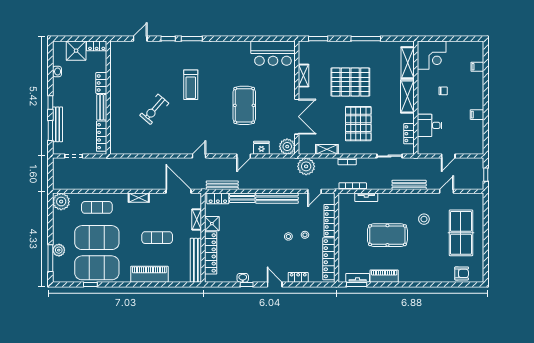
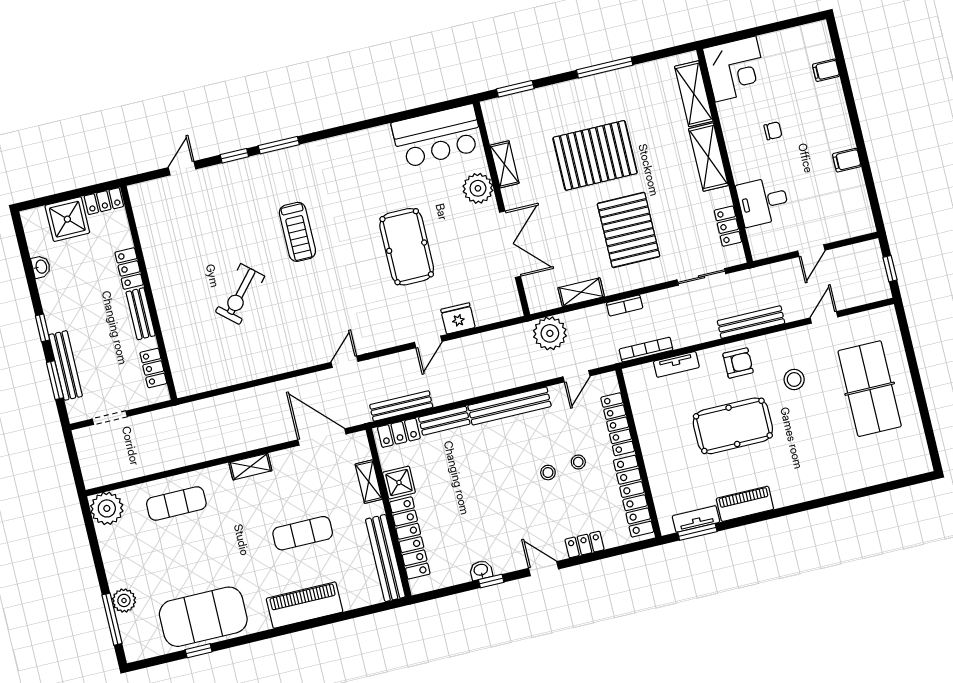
locker: (102, 136) -> (153, 368), width x0.66
plant: (287, 147) -> (478, 188), moved
exercise mat: (97, 238) -> (190, 560), removed
armchair: (462, 273) -> (738, 363), moved

